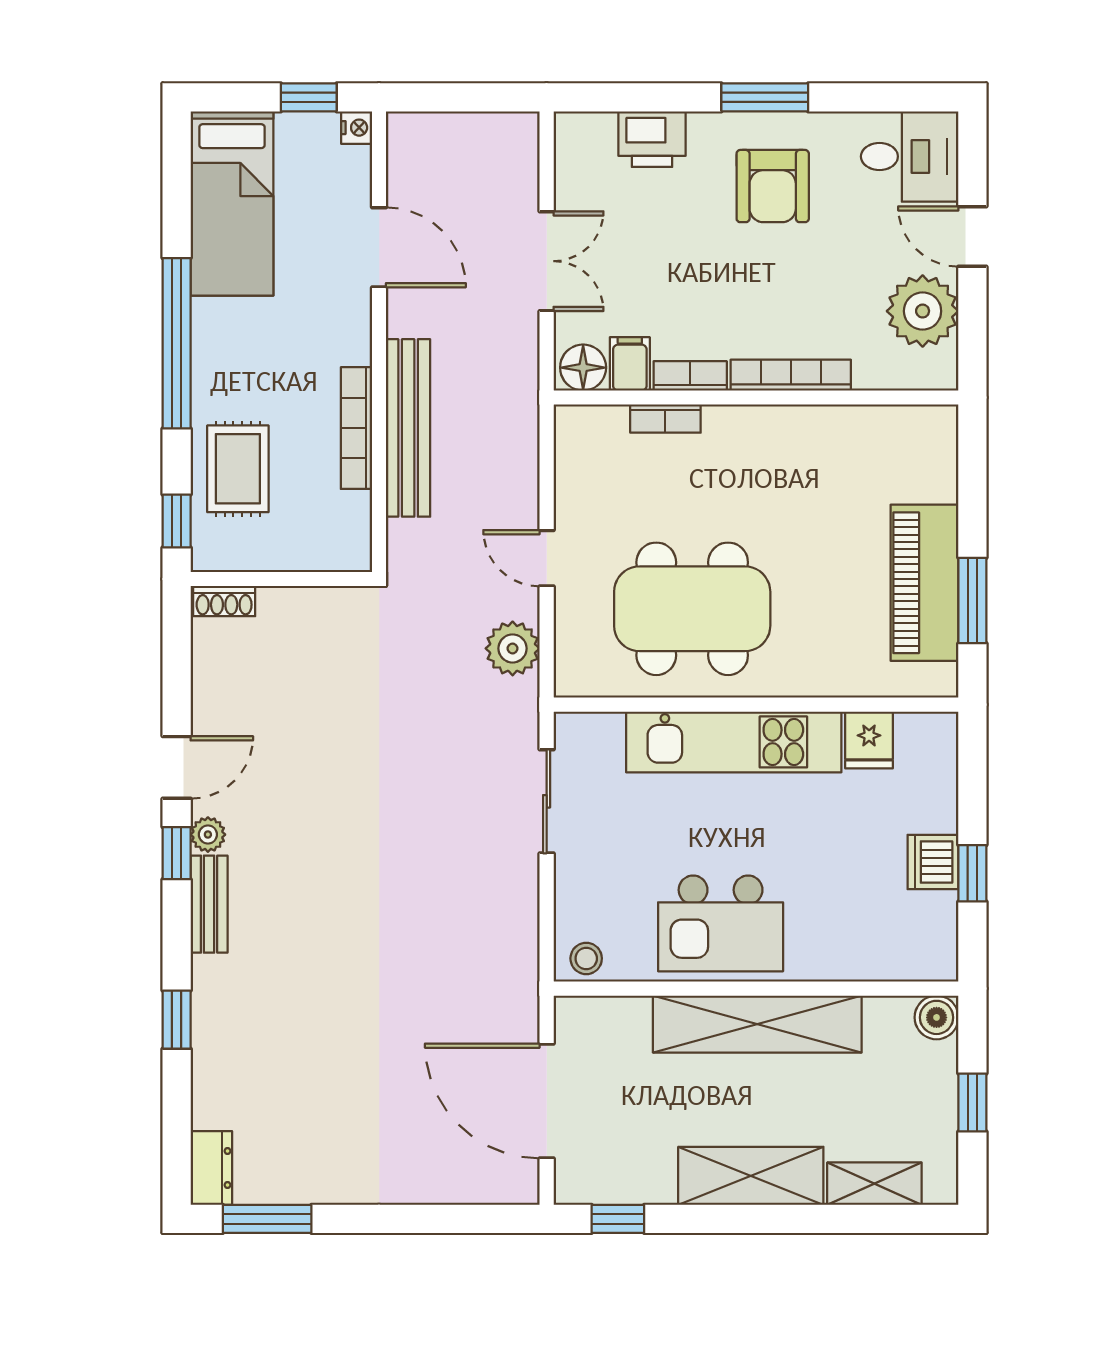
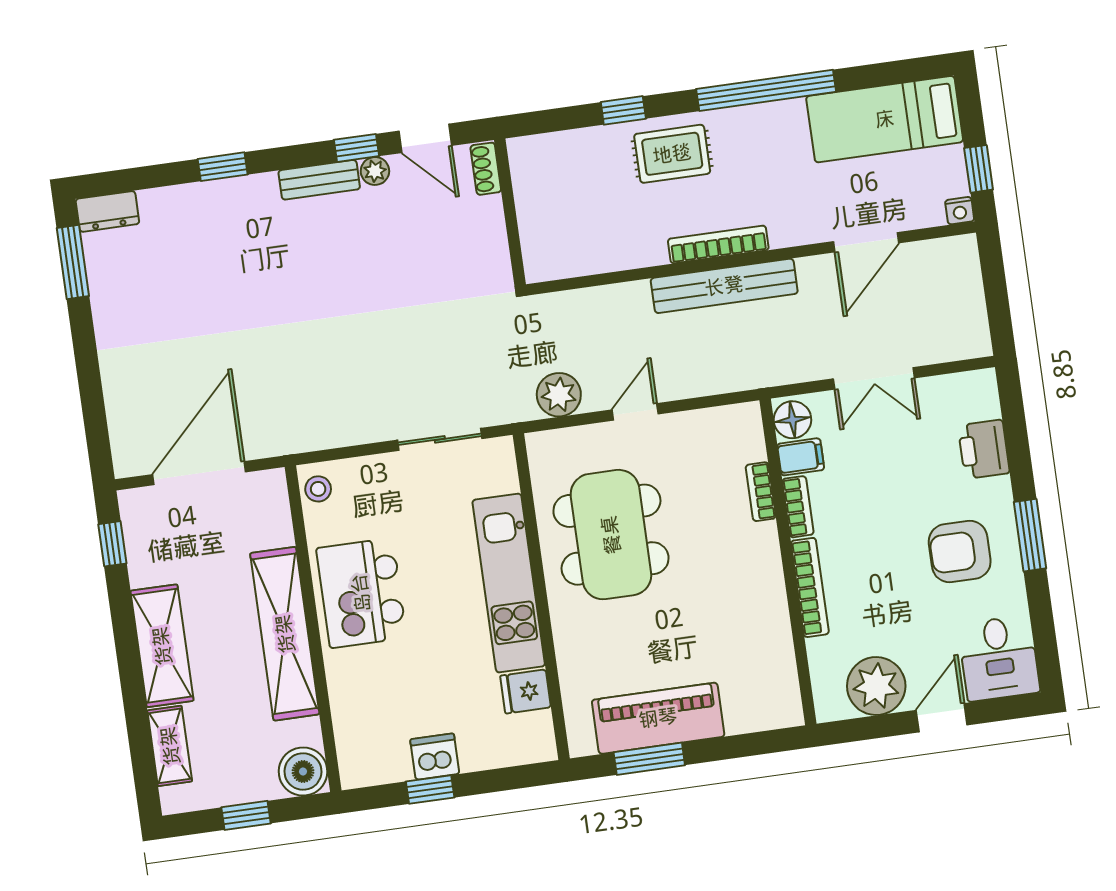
wall: (281, 579) -> (510, 212), moved
shoe rack: (224, 601) -> (486, 169), moved
boiler: (937, 1017) -> (303, 772), width x1.36, depth x1.36

